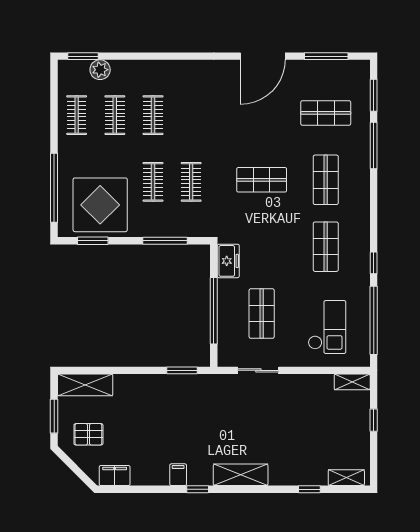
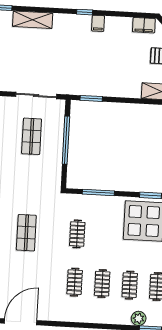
shop shelf: (262, 180) -> (26, 233), turned 90
clothes rail: (153, 182) -> (75, 282), moved
freezer: (228, 261) -> (54, 175), removed
sliding door: (258, 370) -> (36, 95), width x1.37
shelving: (241, 475) -> (33, 20), moved

